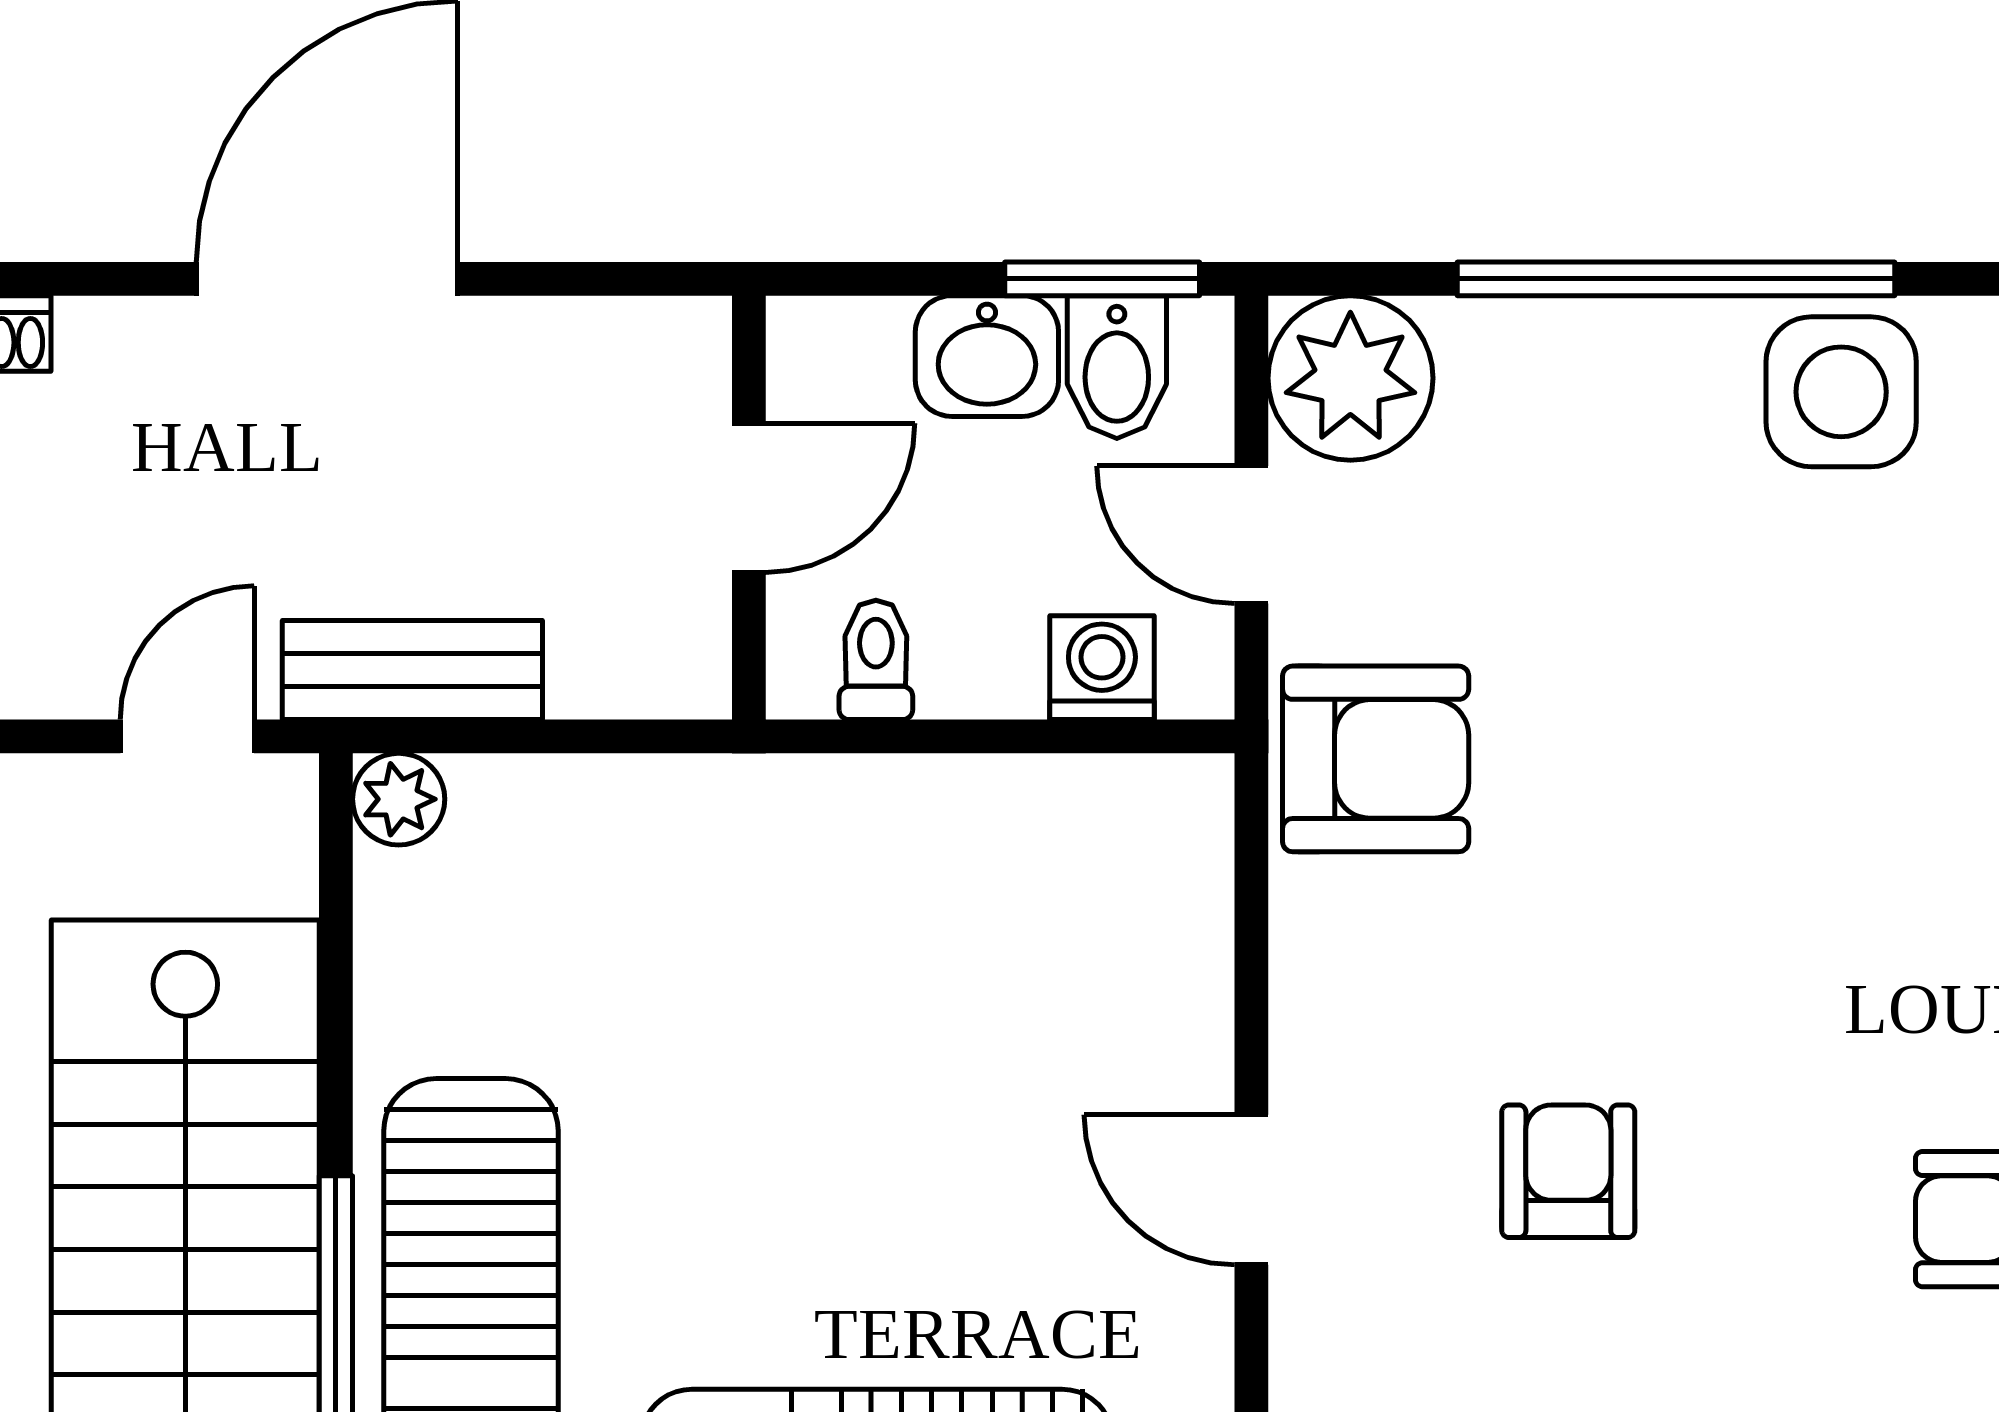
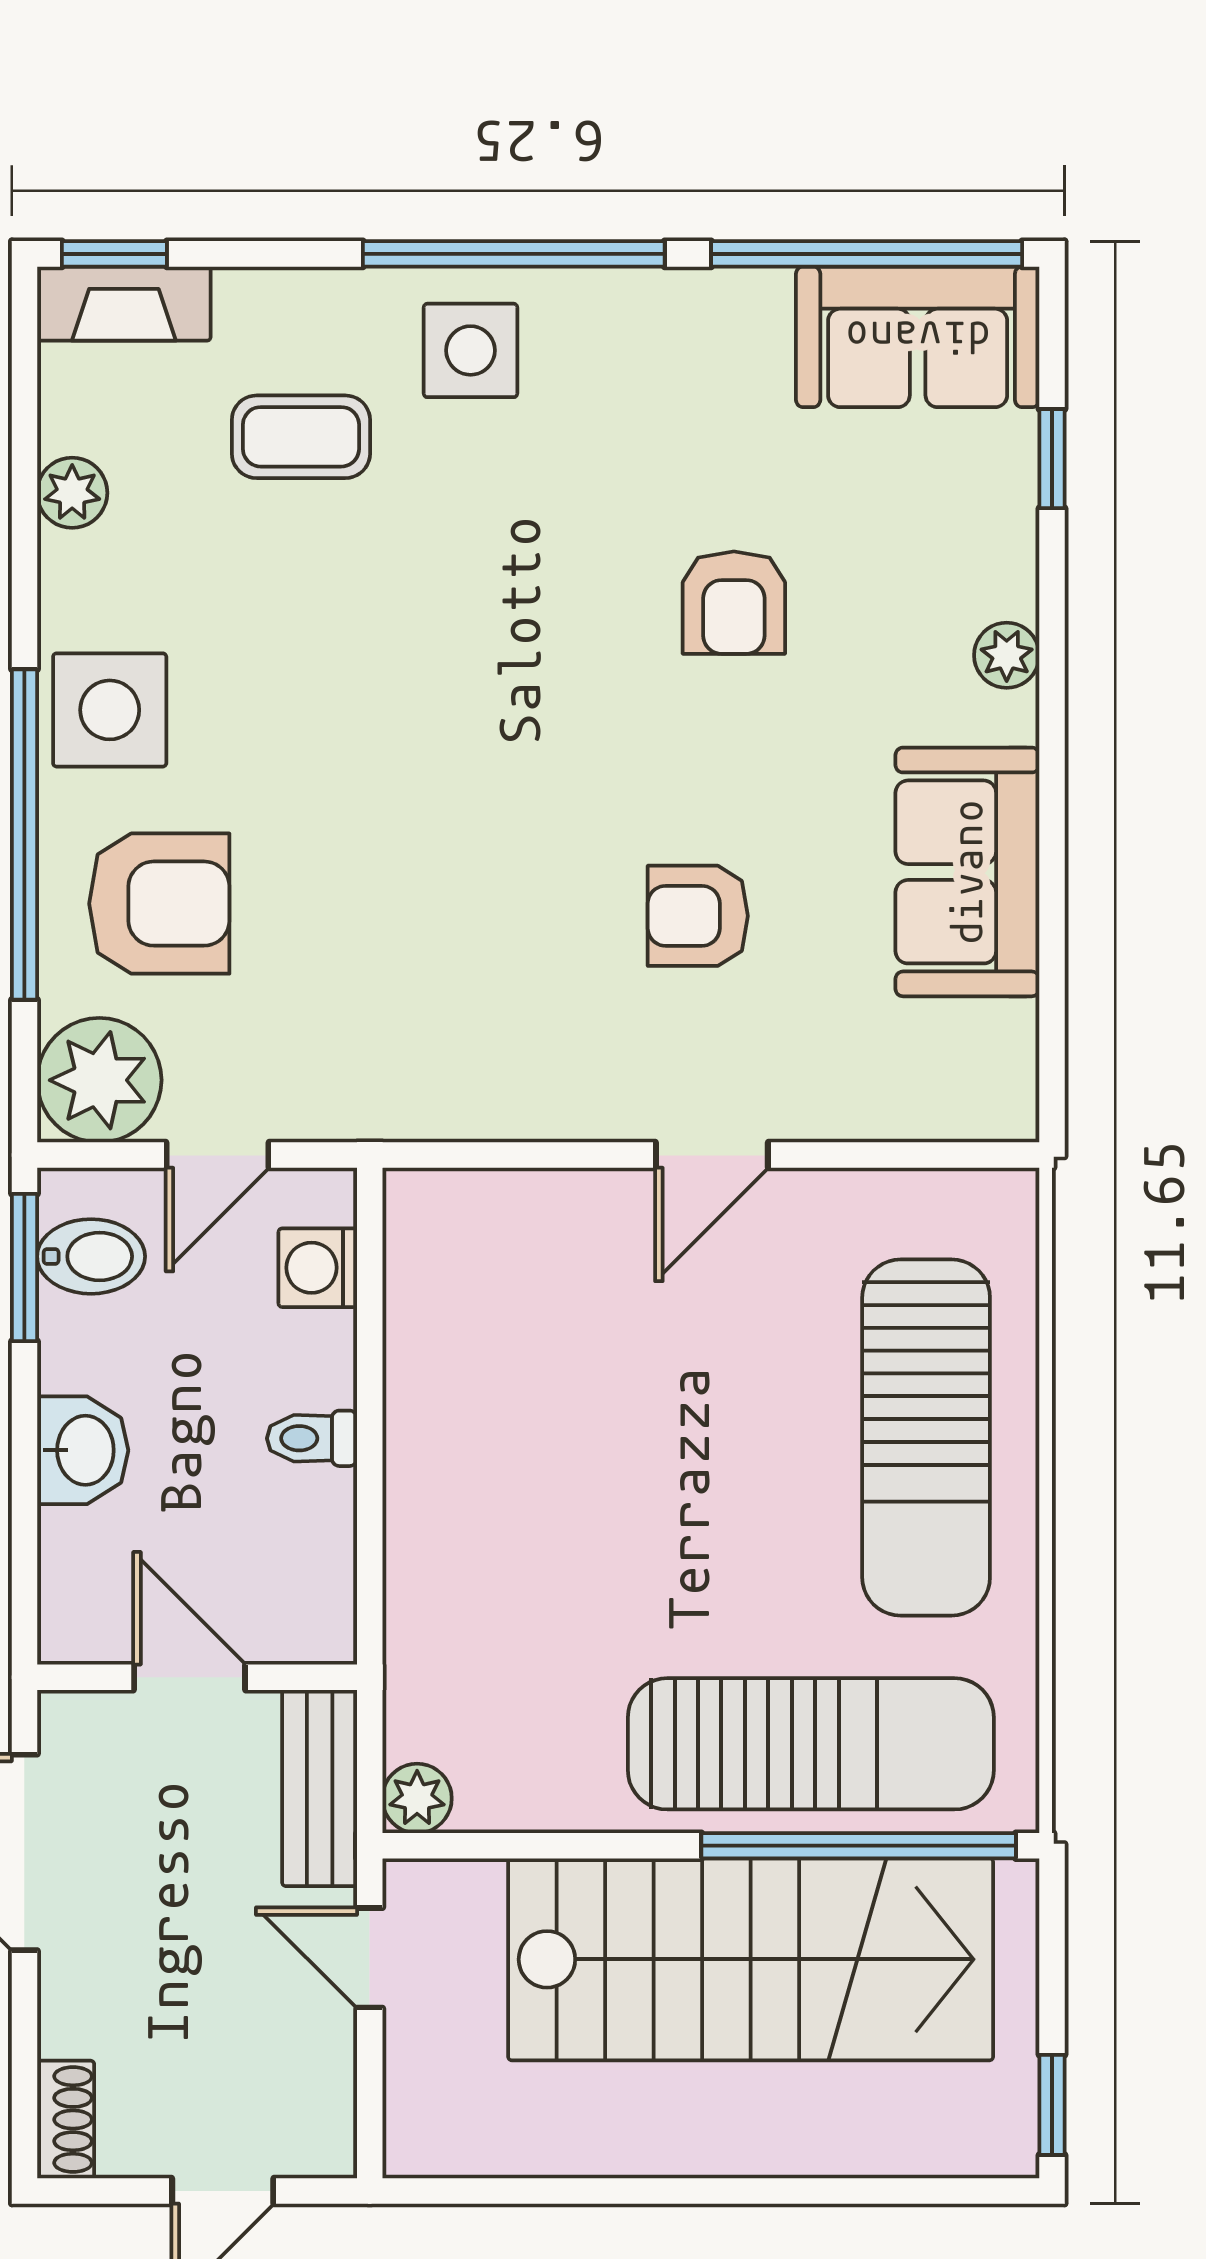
washbasin: (987, 356) -> (83, 1450), moved
door: (749, 498) -> (190, 1677), moved
wall: (749, 508) -> (197, 1677), moved
armchair: (1376, 759) -> (159, 904), moved, turned 90

